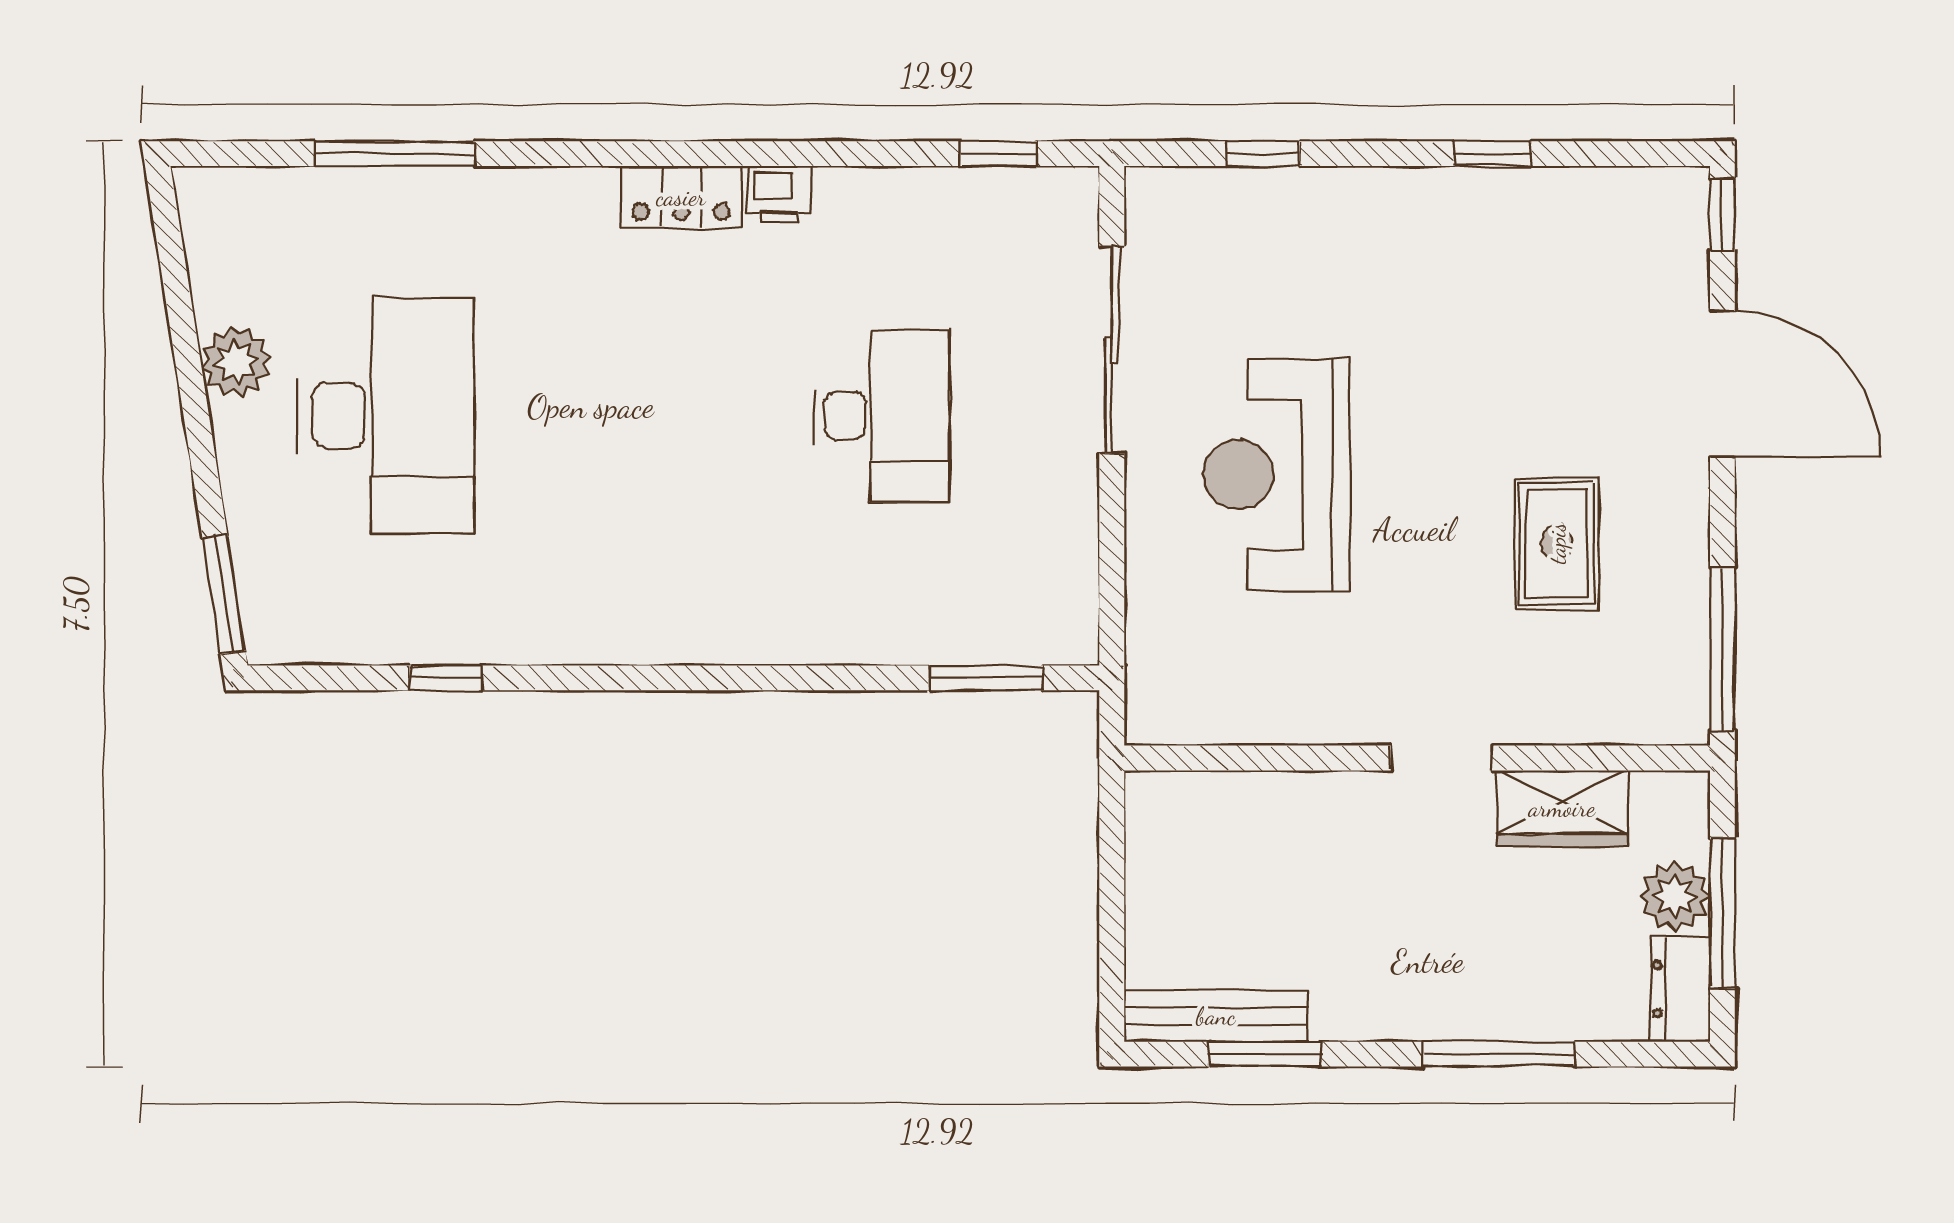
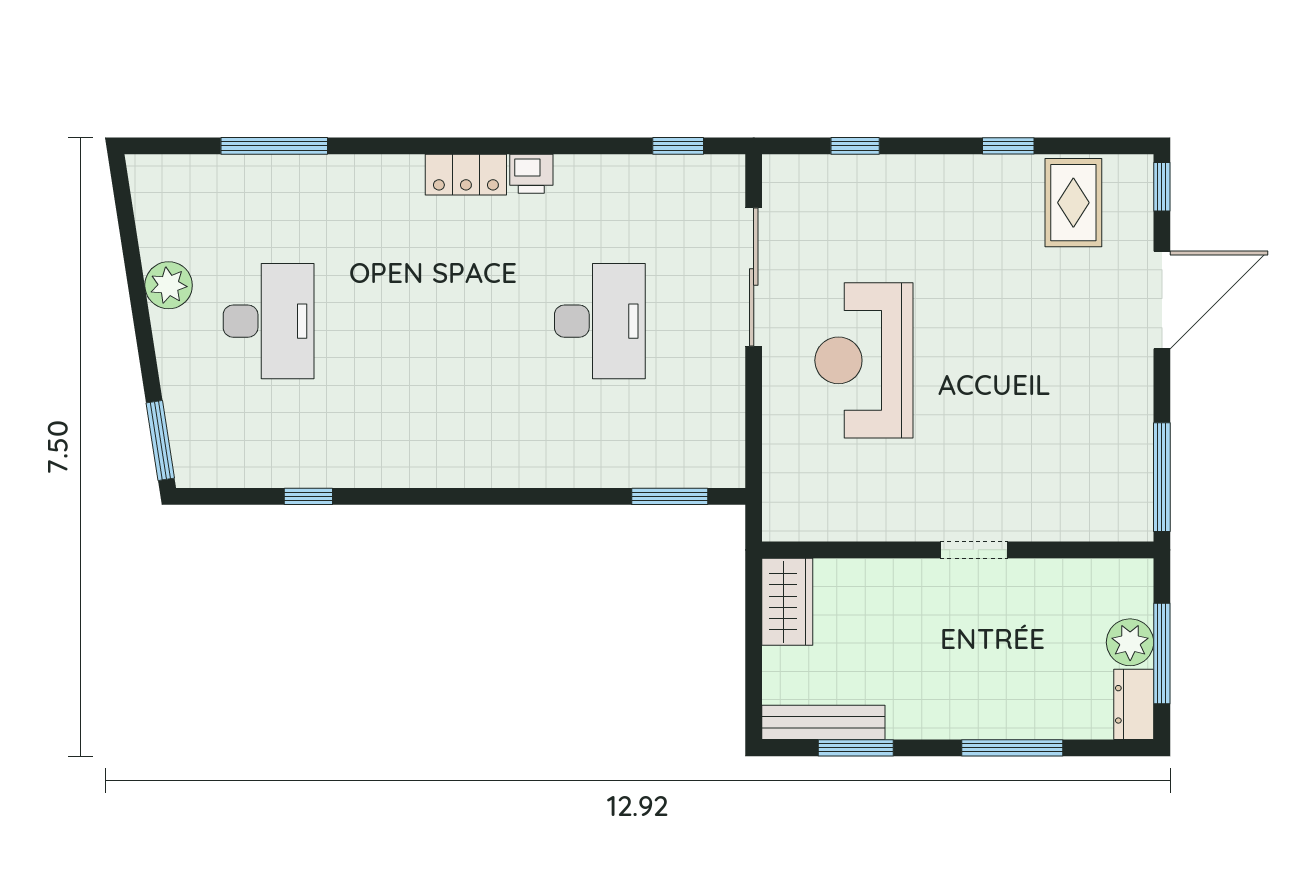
door: (1722, 384) -> (1162, 300), hinge flipped
desk: (386, 416) -> (269, 321), width x0.73, depth x0.77
rug: (1557, 543) -> (1073, 203), moved
wardrobe: (1562, 808) -> (787, 602), moved, turned -90

